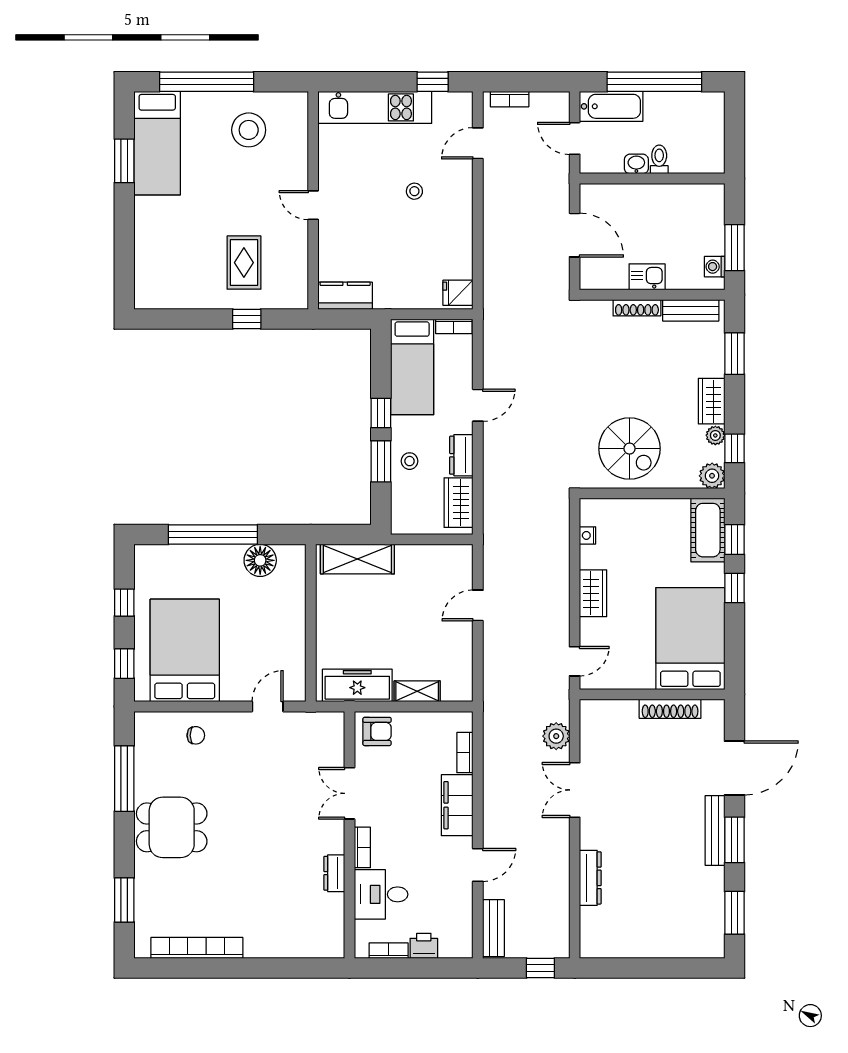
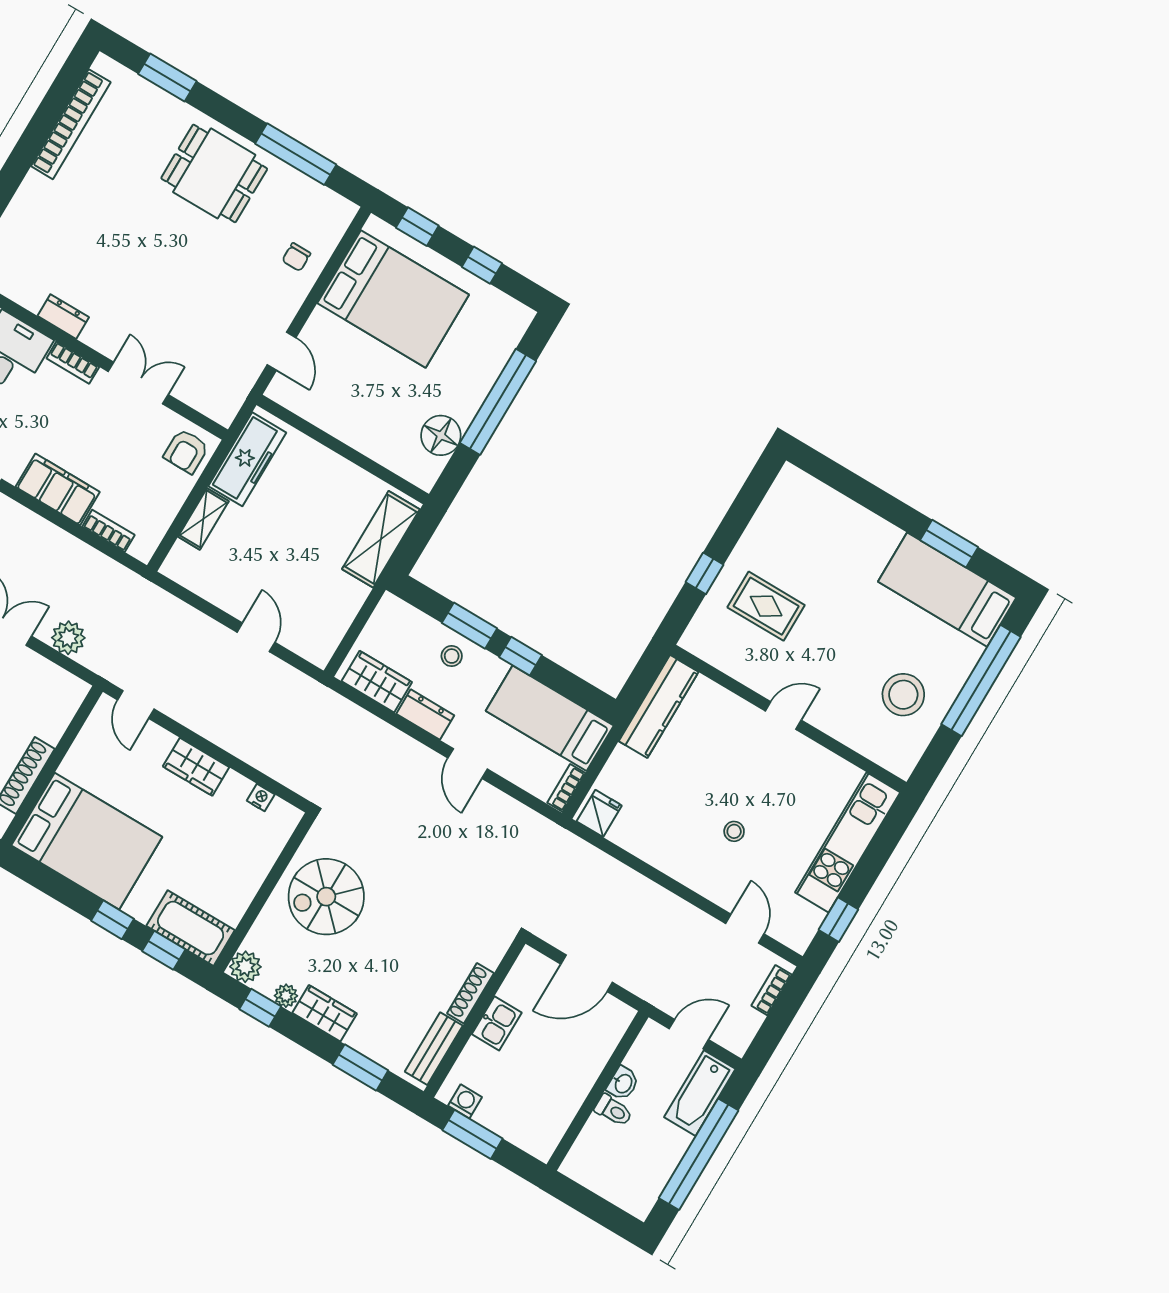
kitchen counter: (345, 296) -> (659, 707), width x1.50
dining table: (172, 827) -> (214, 173), turned 90

